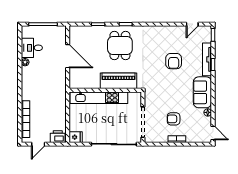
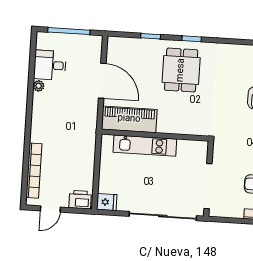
piano: (119, 81) -> (129, 119), moved
kitchen unit: (99, 98) -> (145, 146), width x0.73

